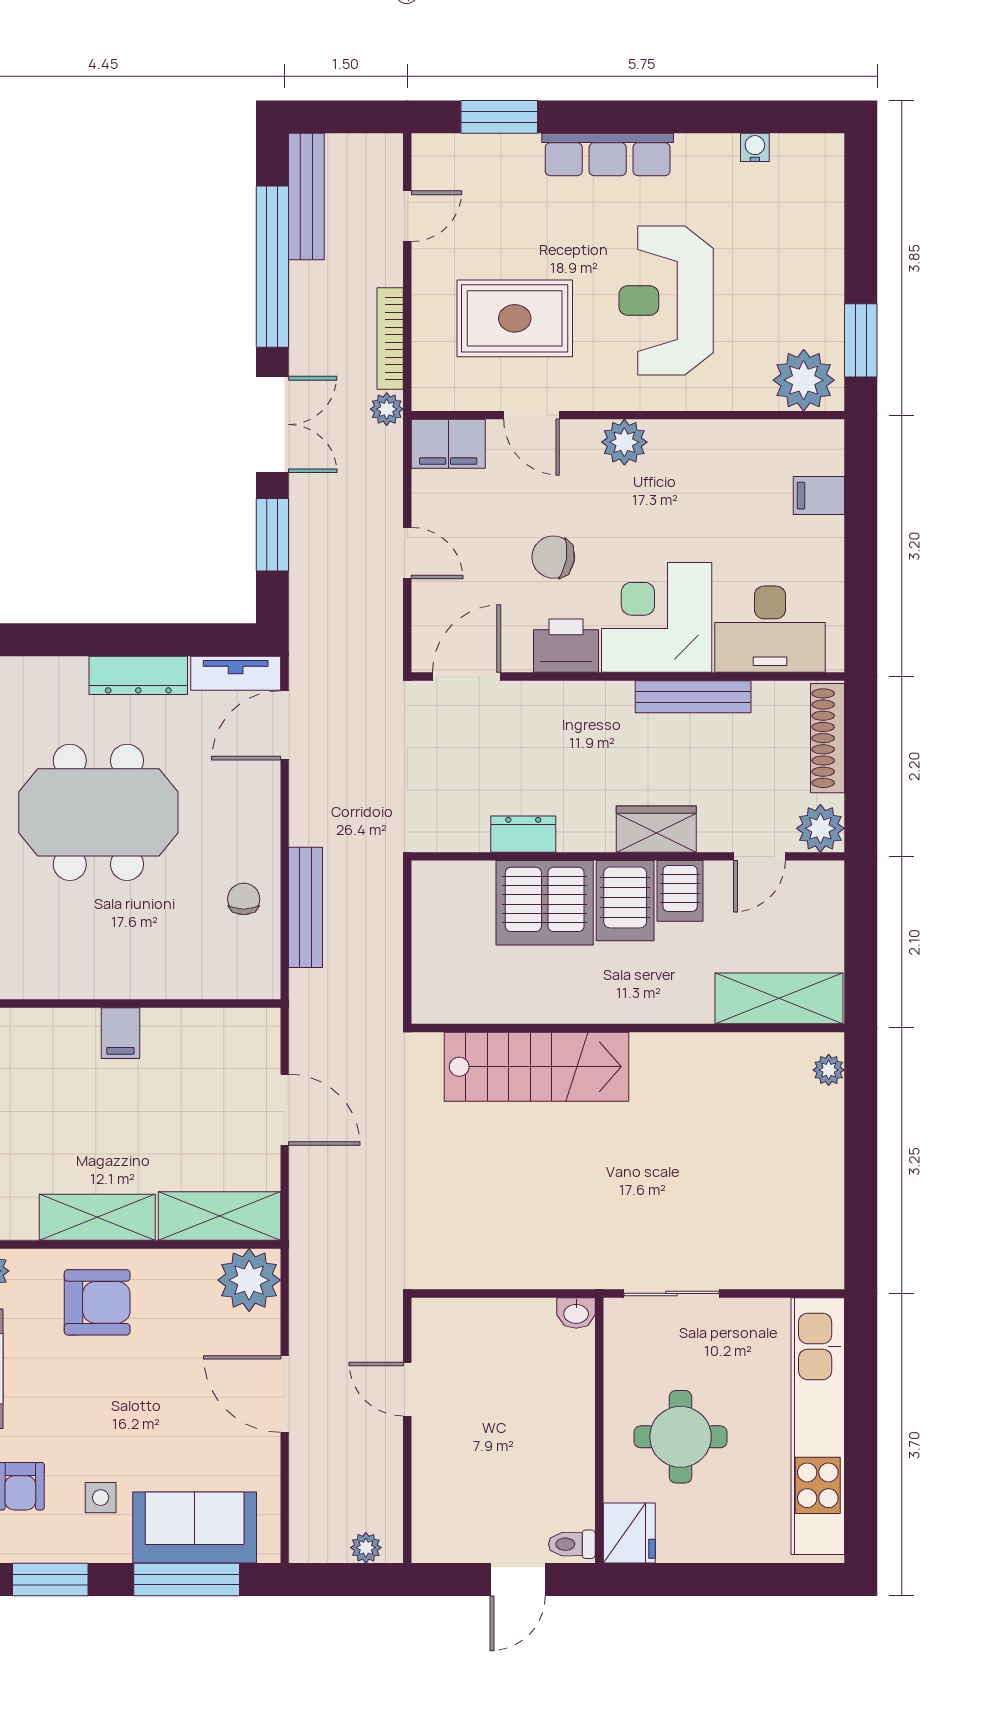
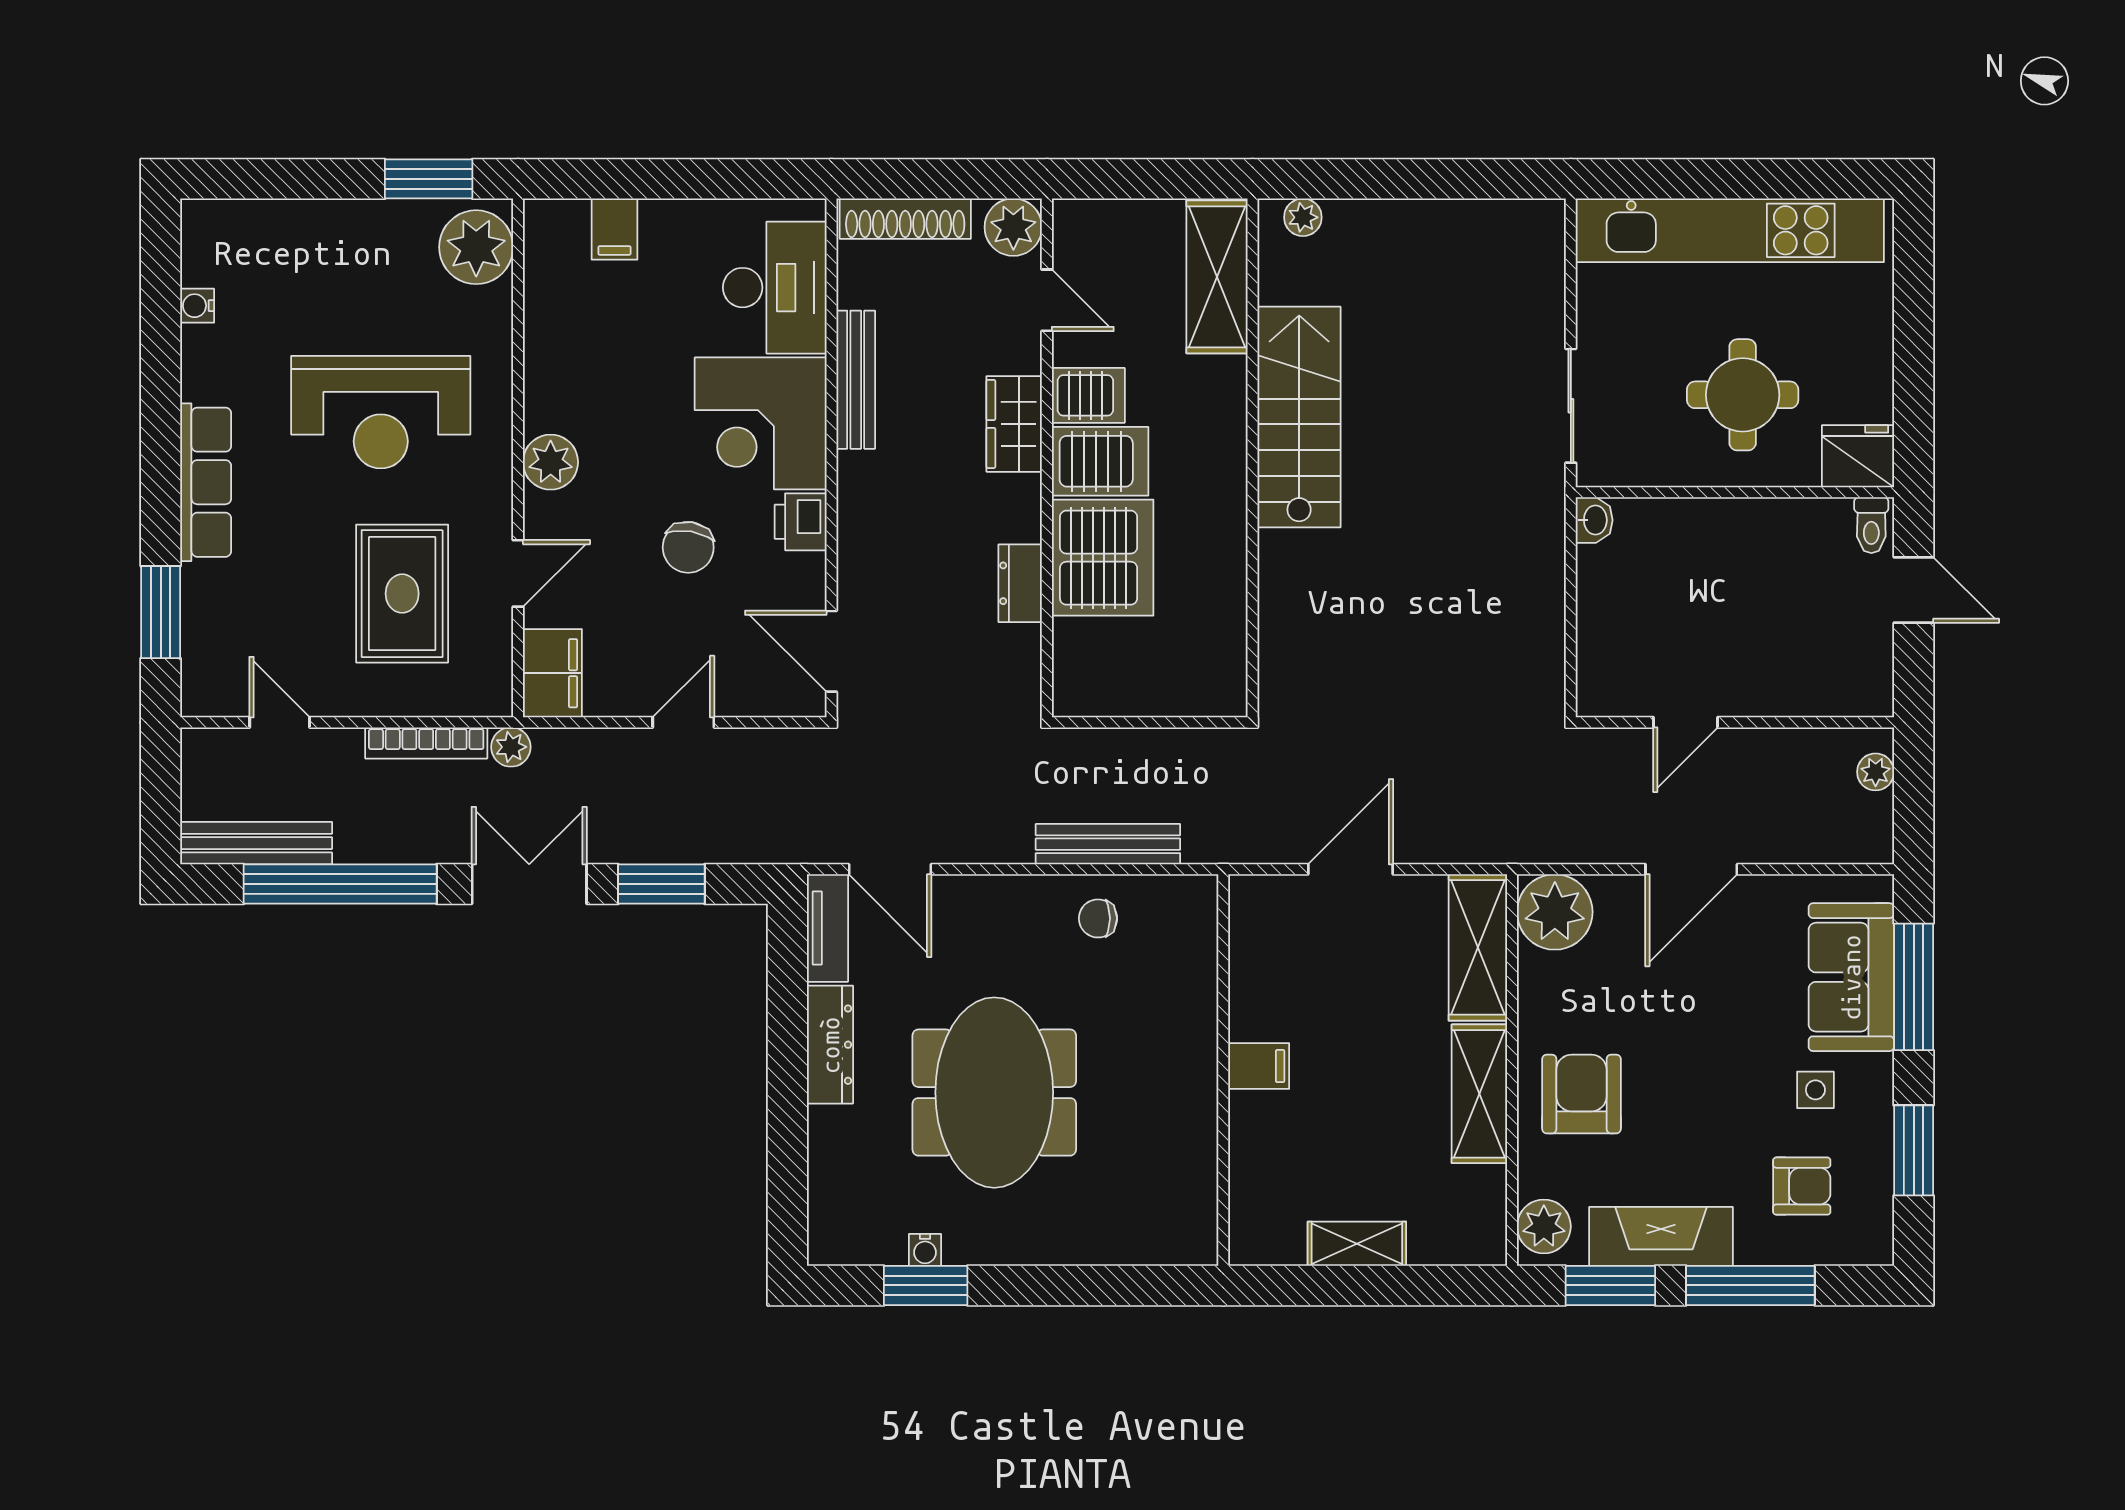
printer: (566, 646) -> (801, 522), width x0.73, depth x0.81
stairs: (537, 1067) -> (1299, 417), moved

